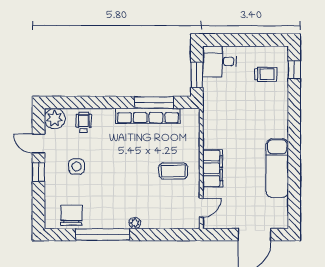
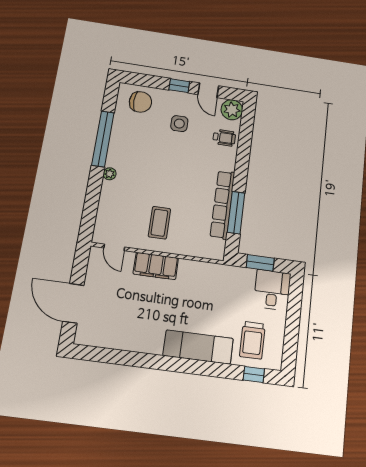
trolley: (266, 74) -> (252, 340), width x1.36, depth x1.39
door: (39, 144) -> (208, 90), swing flipped
exam couch: (277, 168) -> (198, 347), moved
chair: (71, 215) -> (140, 102), moved

